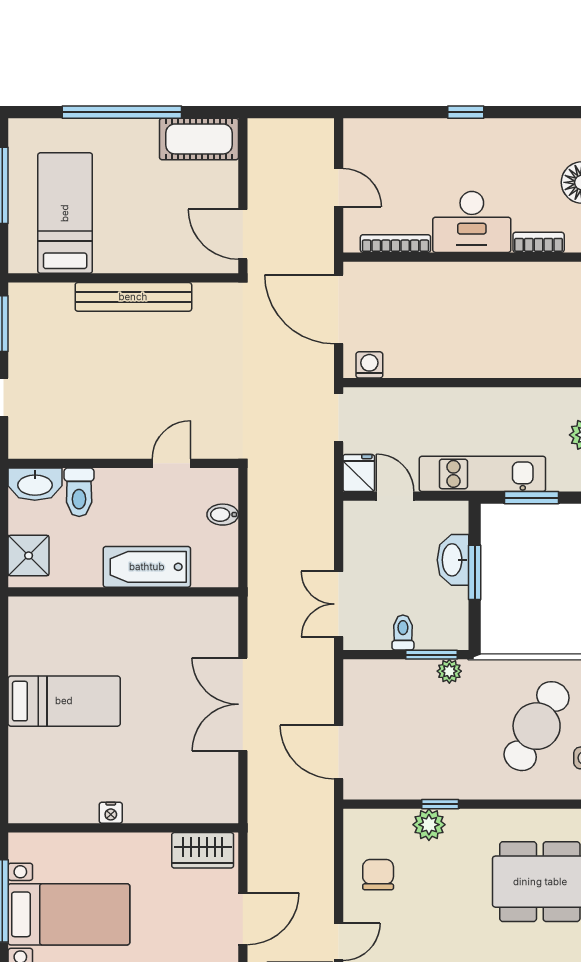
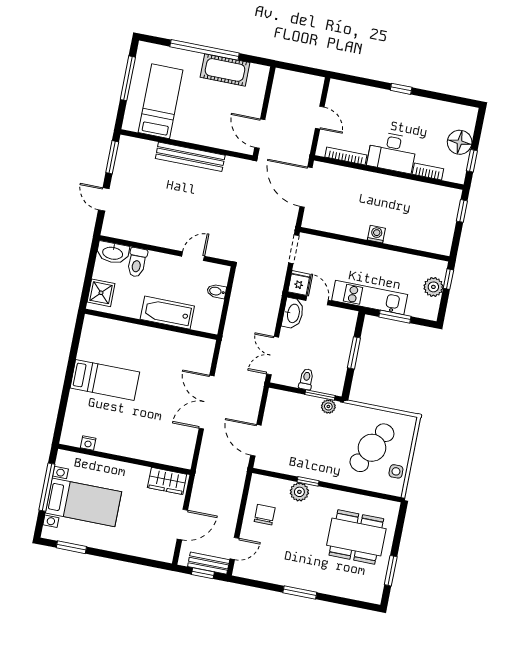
cot: (199, 139) -> (225, 70), moved
washing machine: (369, 365) -> (376, 234), moved
washbasin: (453, 560) -> (293, 313), moved, turned 180
nightstand: (111, 813) -> (88, 443), moved

